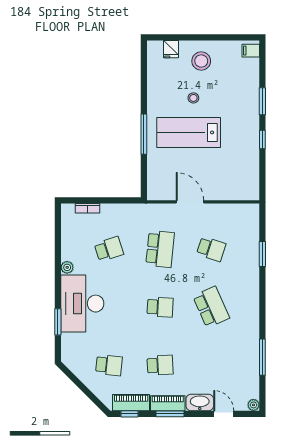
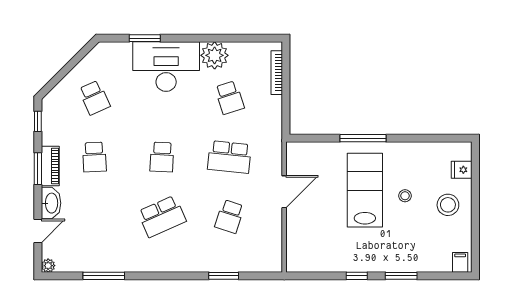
bookcase: (87, 208) -> (277, 73), width x1.56
plant: (67, 267) -> (215, 55), width x1.88, depth x1.88
school desk: (109, 365) -> (94, 98), turned -30
piano: (131, 403) -> (51, 123), removed

